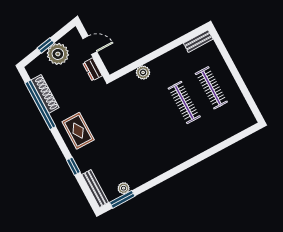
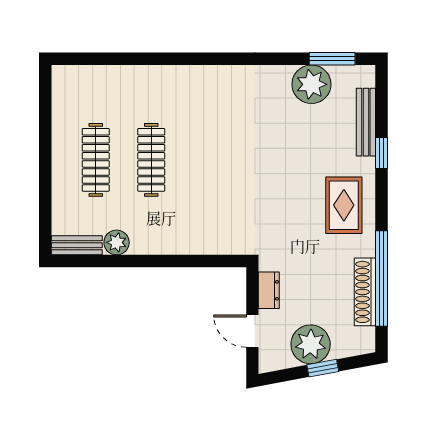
plant: (143, 72) -> (117, 242), moved
plant: (124, 188) -> (311, 84), width x1.88, depth x1.88
bench: (95, 189) -> (366, 122), moved

